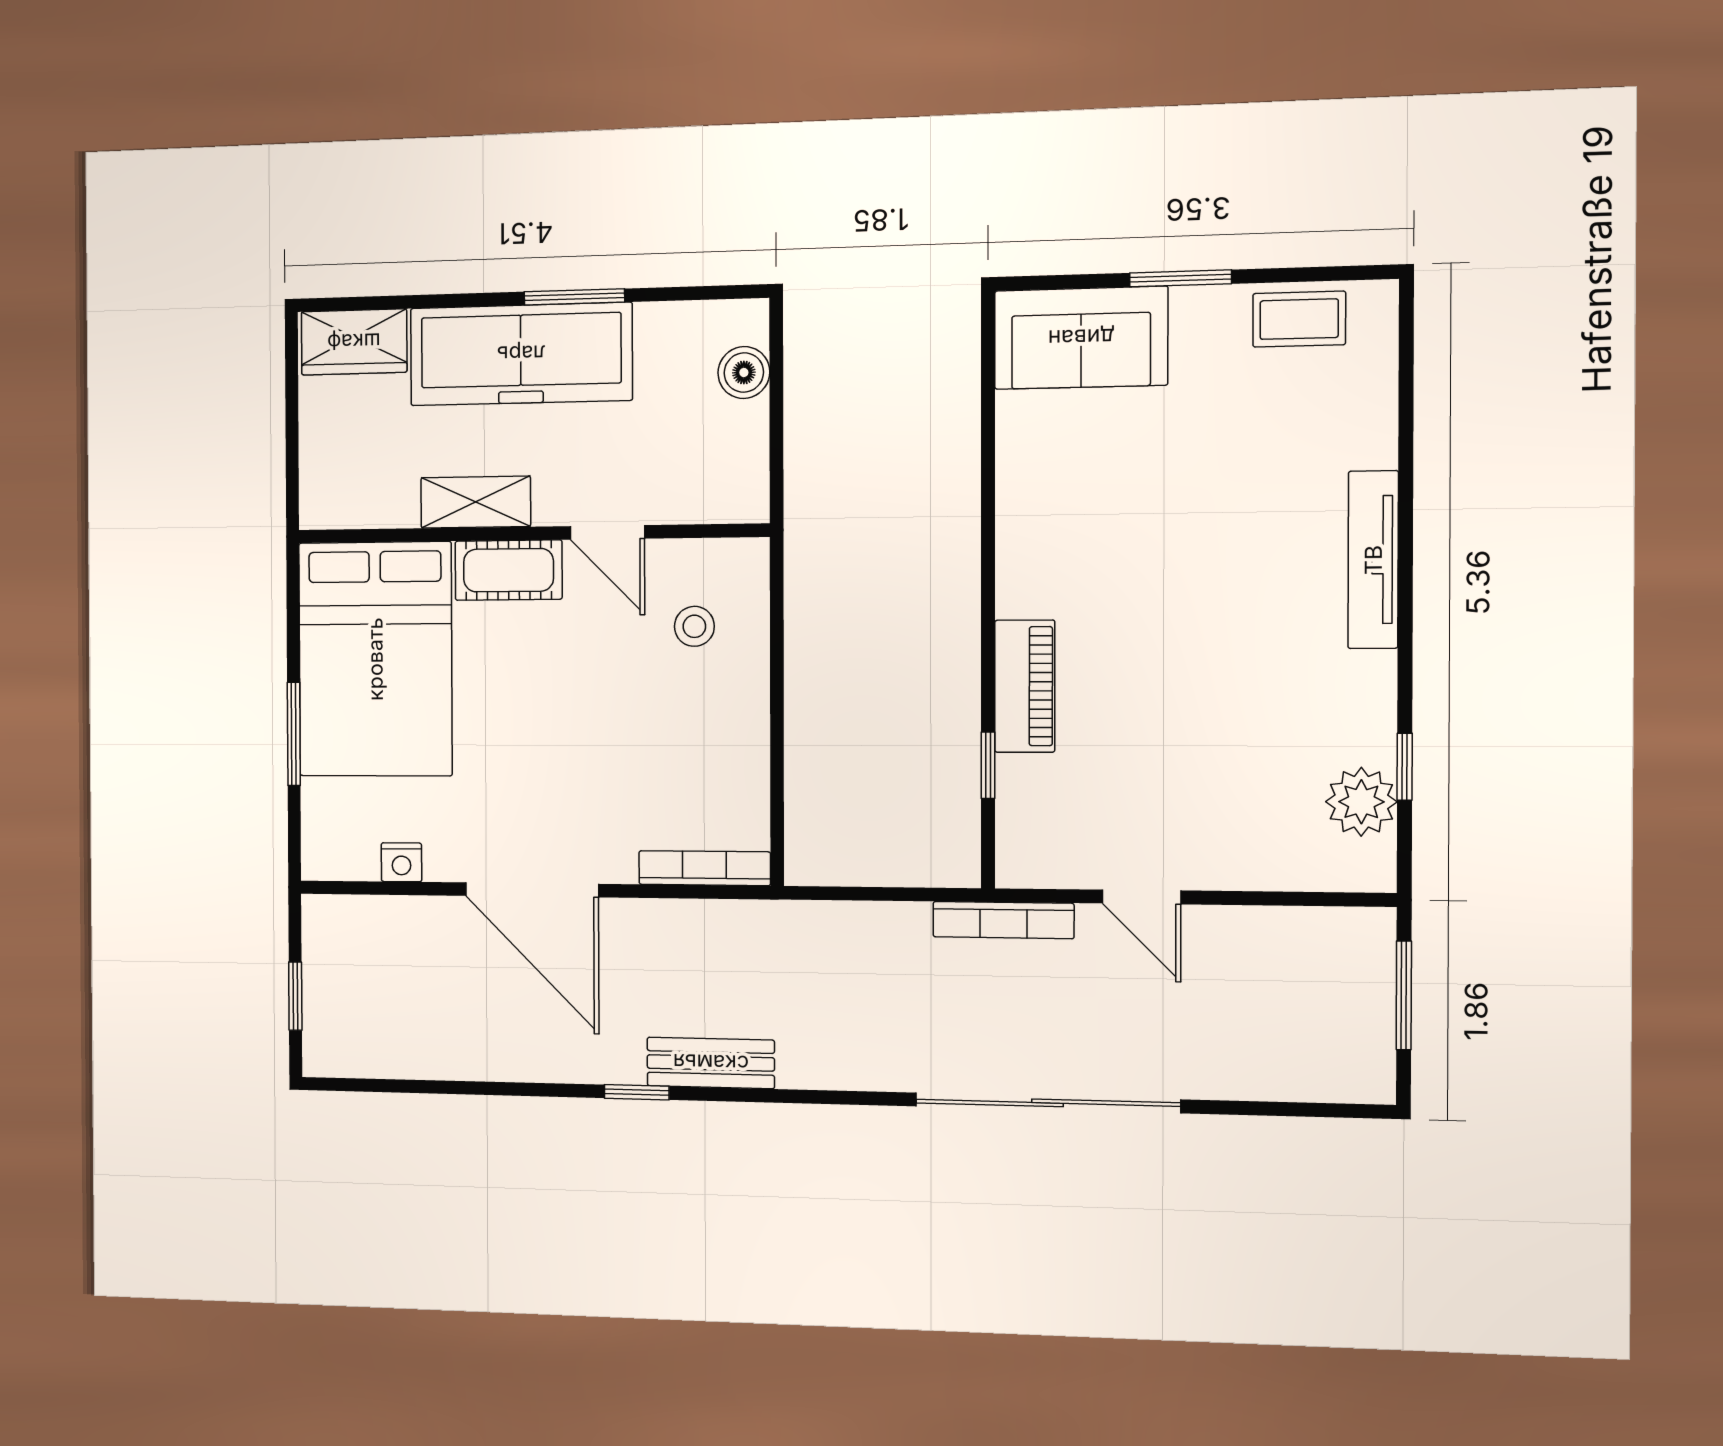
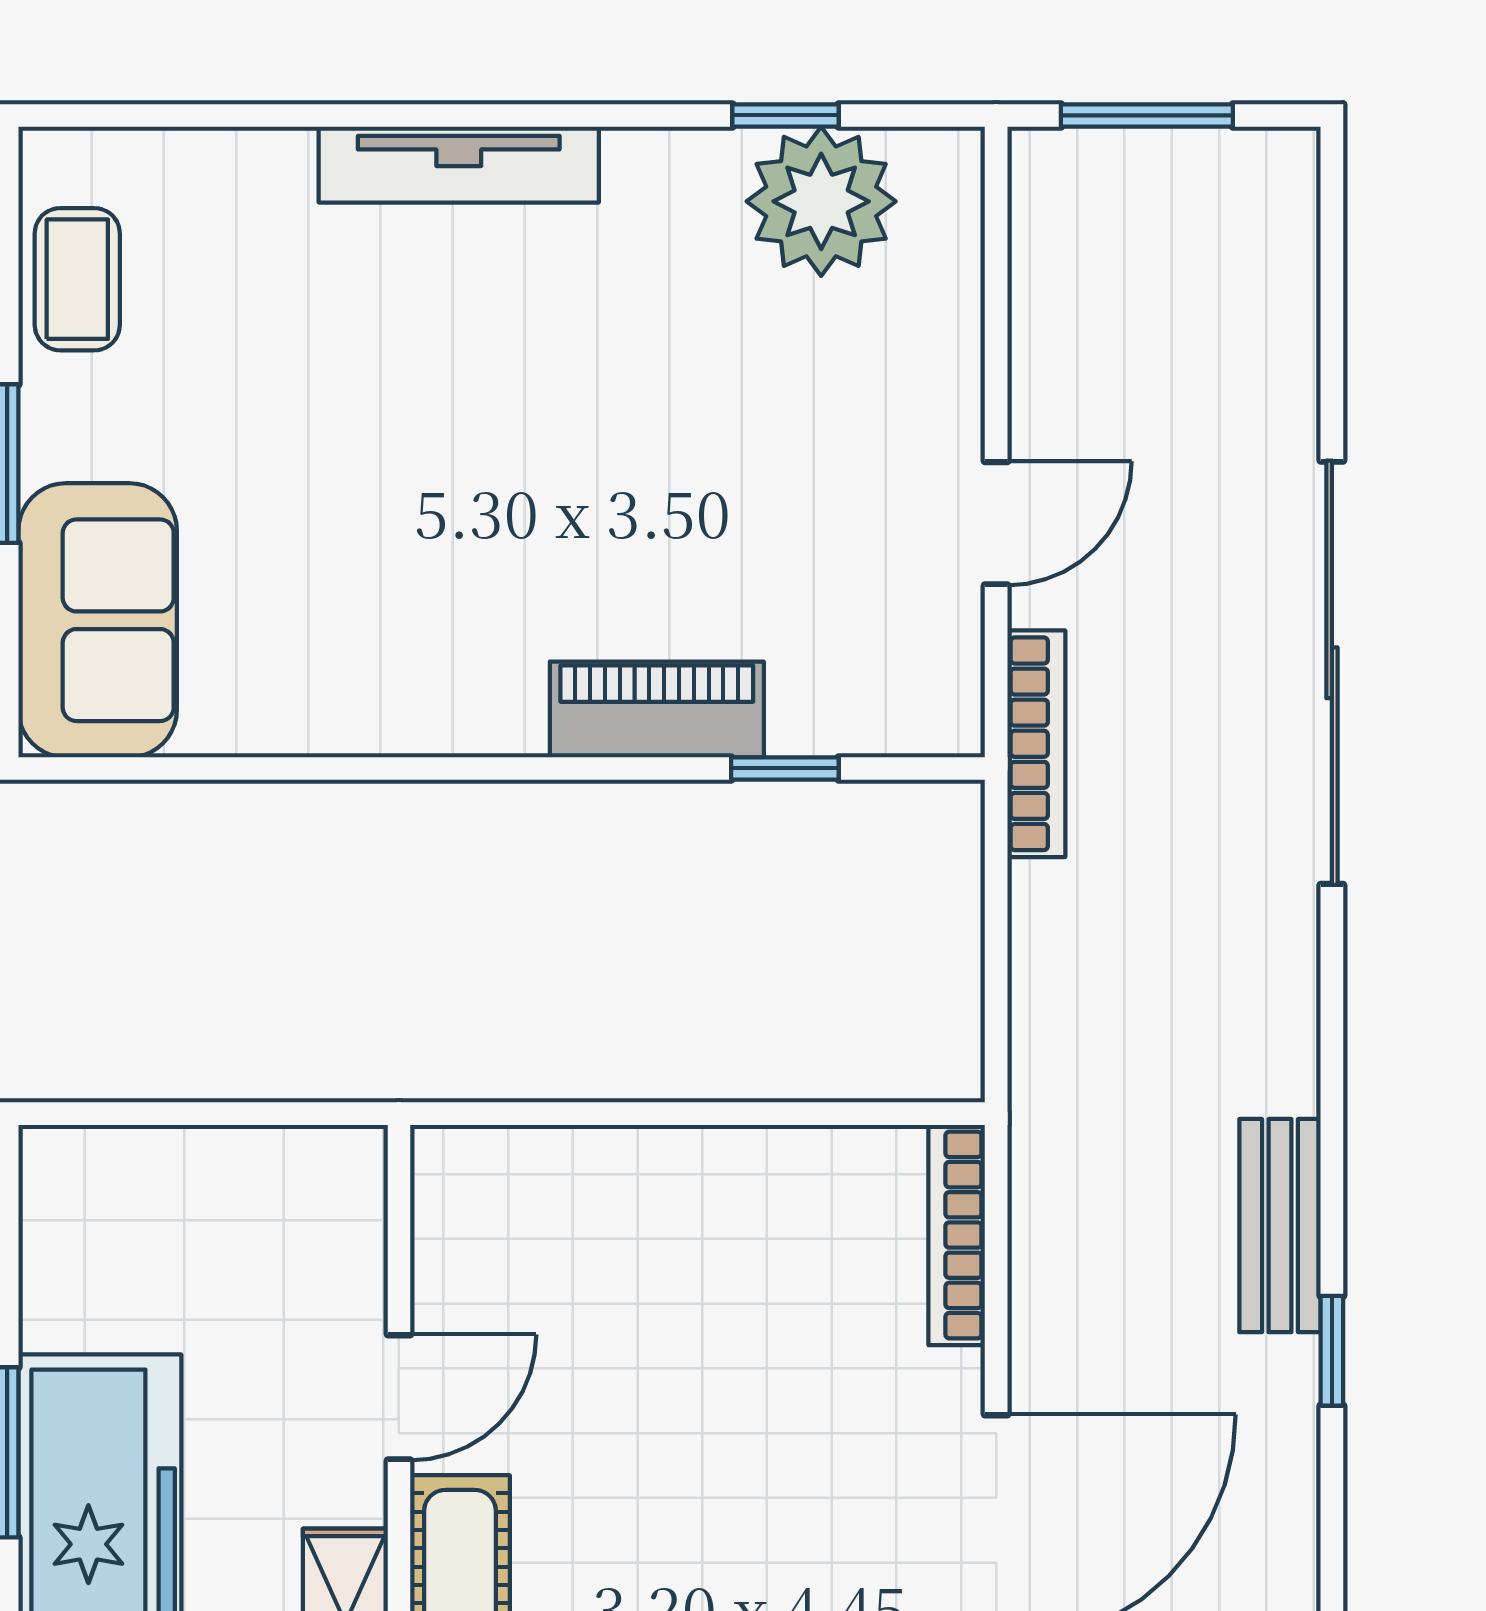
boiler: (744, 372) -> (140, 1168), removed
stool: (694, 626) -> (556, 1251), removed
plant: (1361, 802) -> (821, 201), width x1.36, depth x1.36

